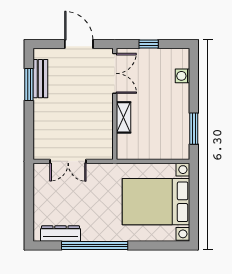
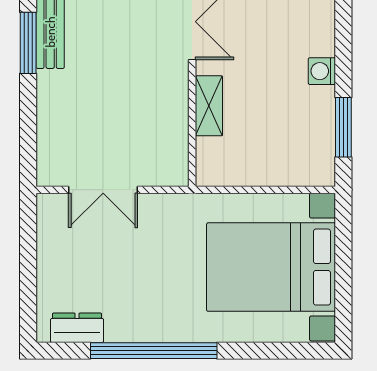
washing machine: (183, 76) -> (322, 71), moved
dresser: (60, 234) -> (77, 328), width x0.70

